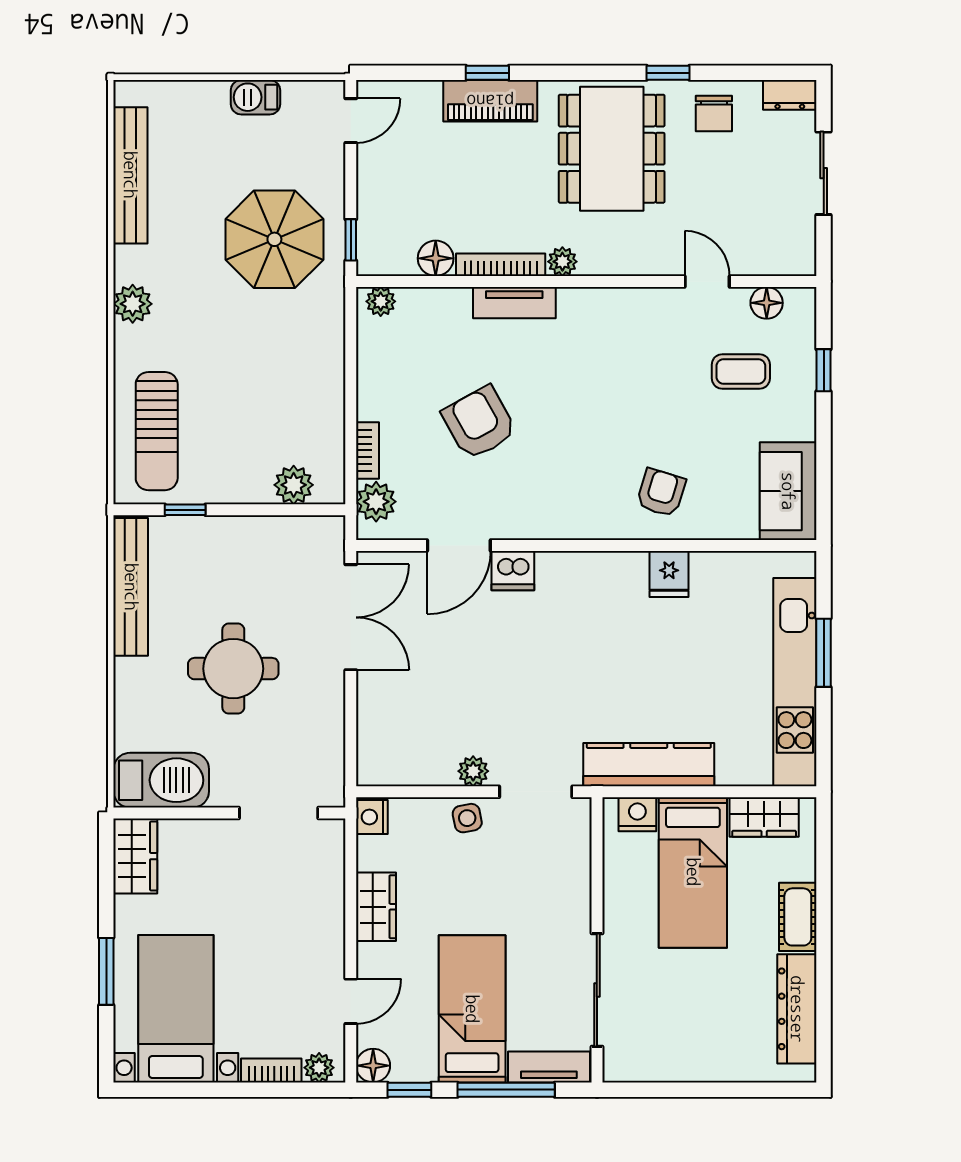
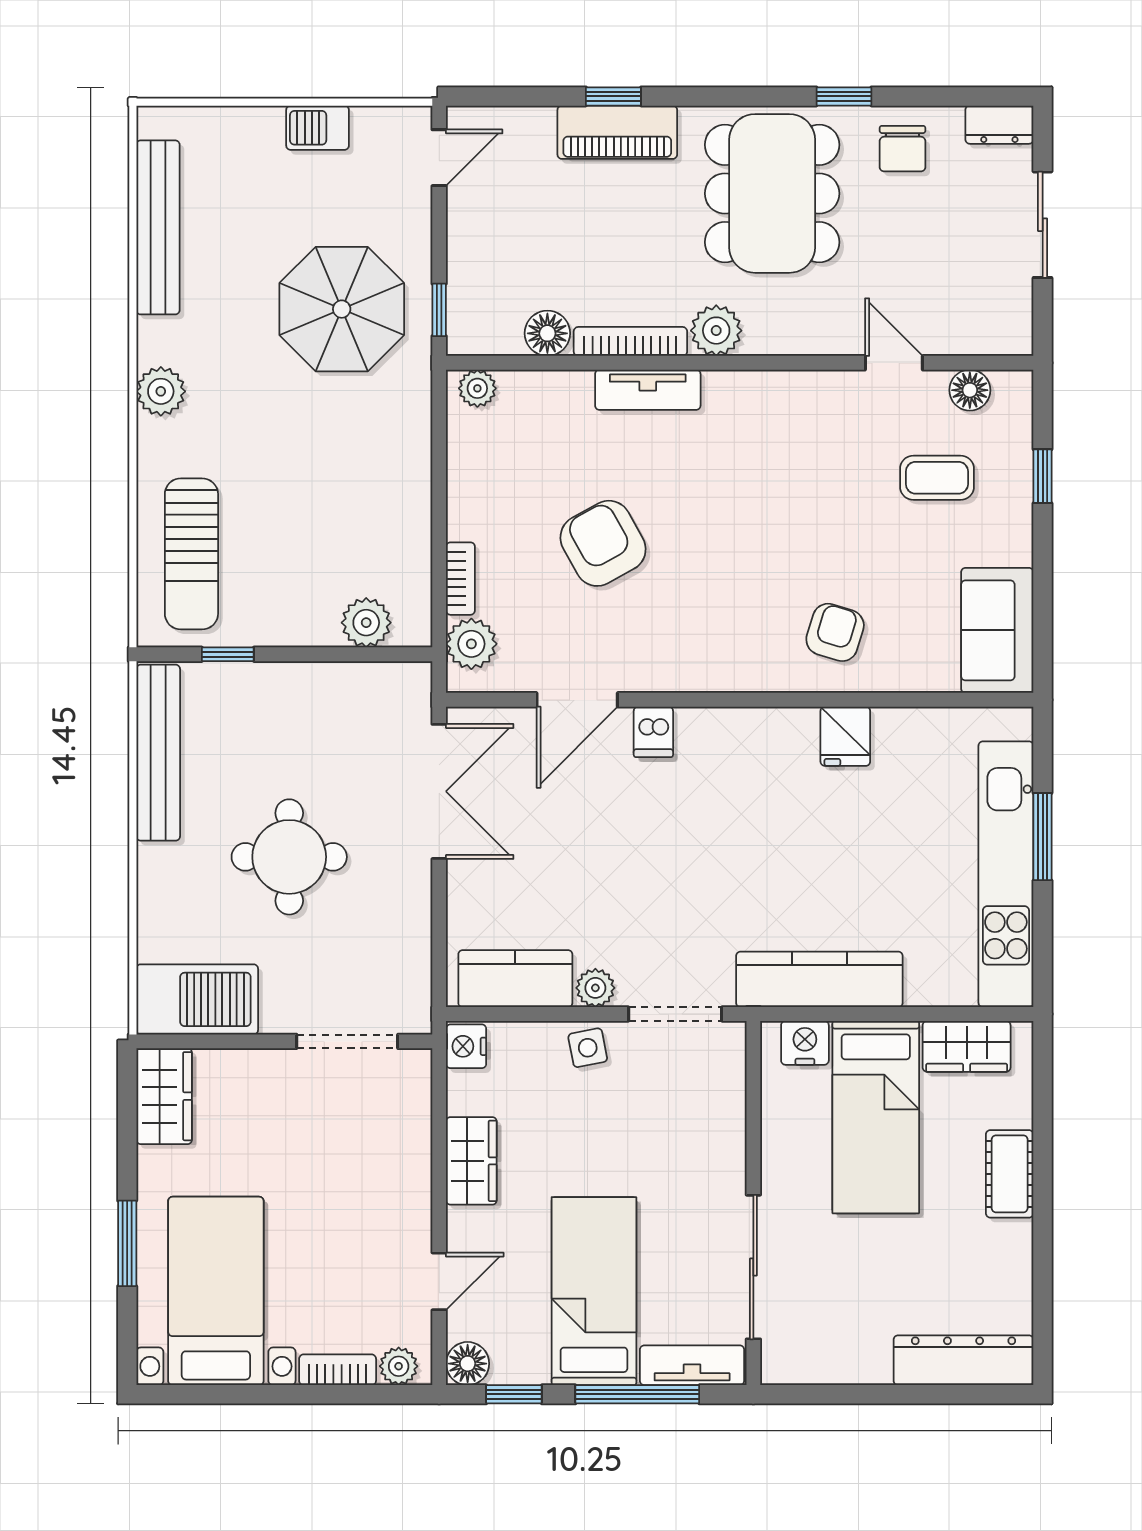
plant: (562, 262) -> (716, 331), width x1.38, depth x1.38
dishwasher: (513, 571) -> (653, 732), width x0.73
kitchen counter: (411, 764) -> (515, 979), added
dresser: (797, 1009) -> (964, 1360), moved, turned 90

